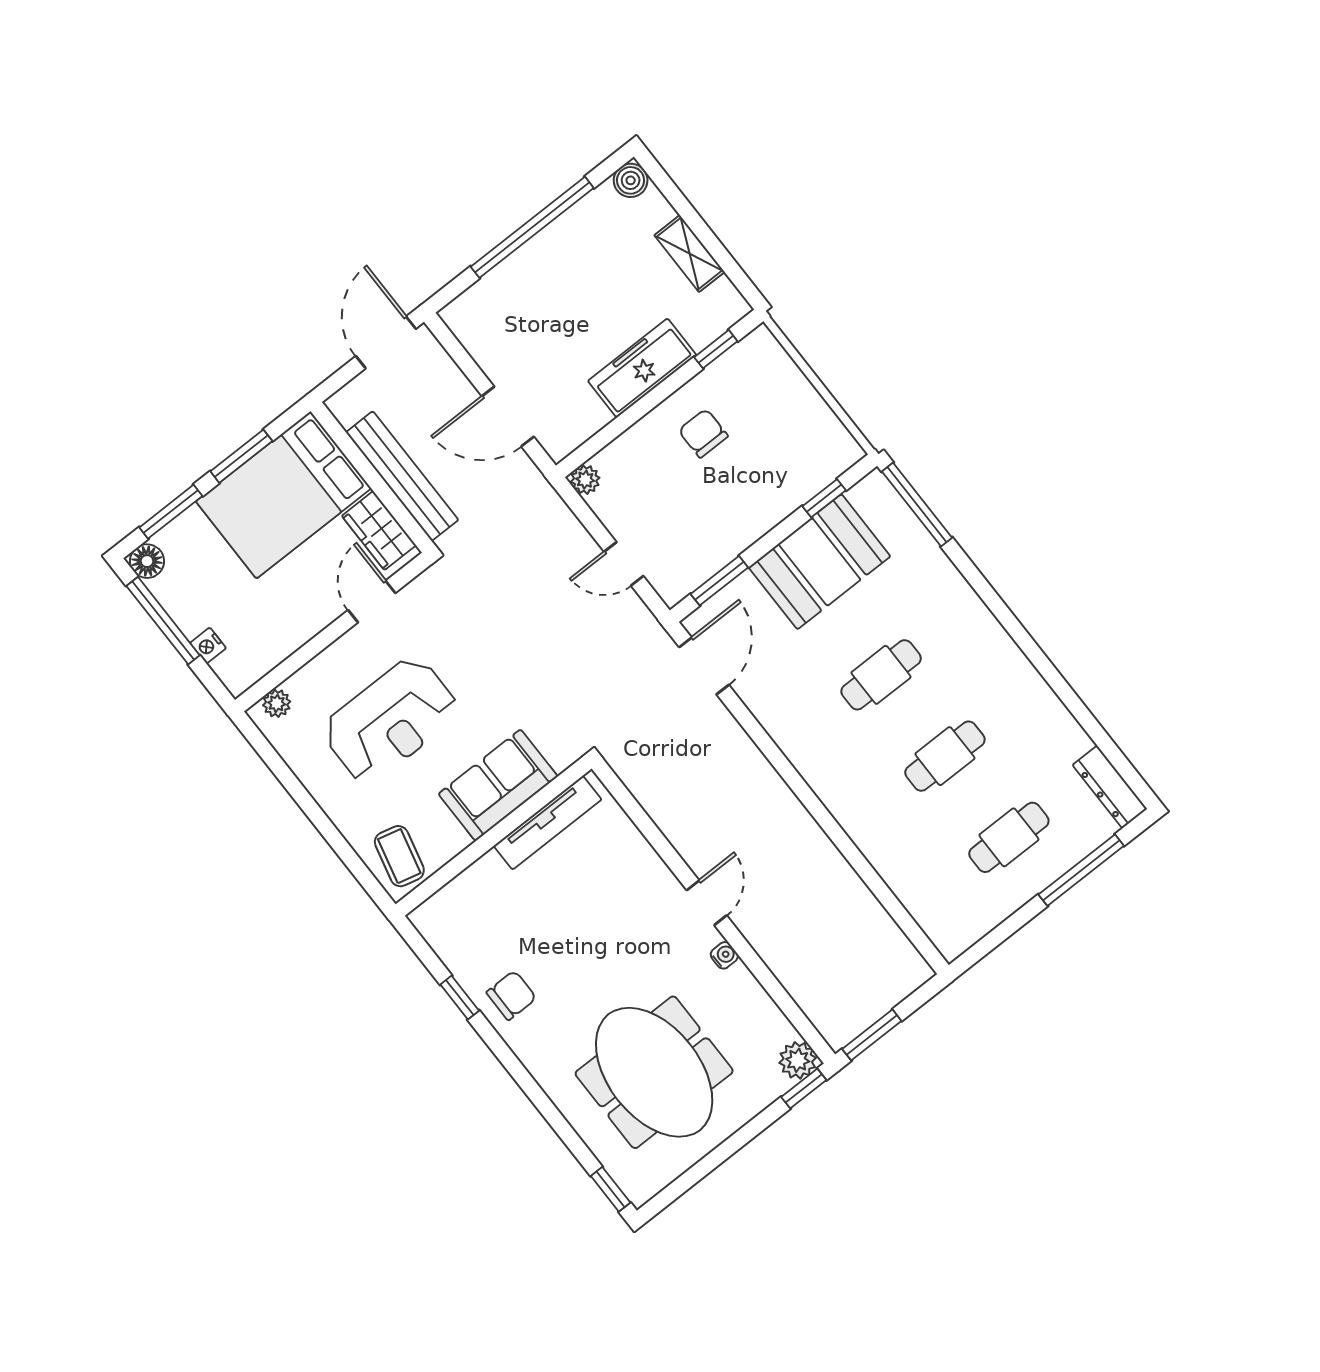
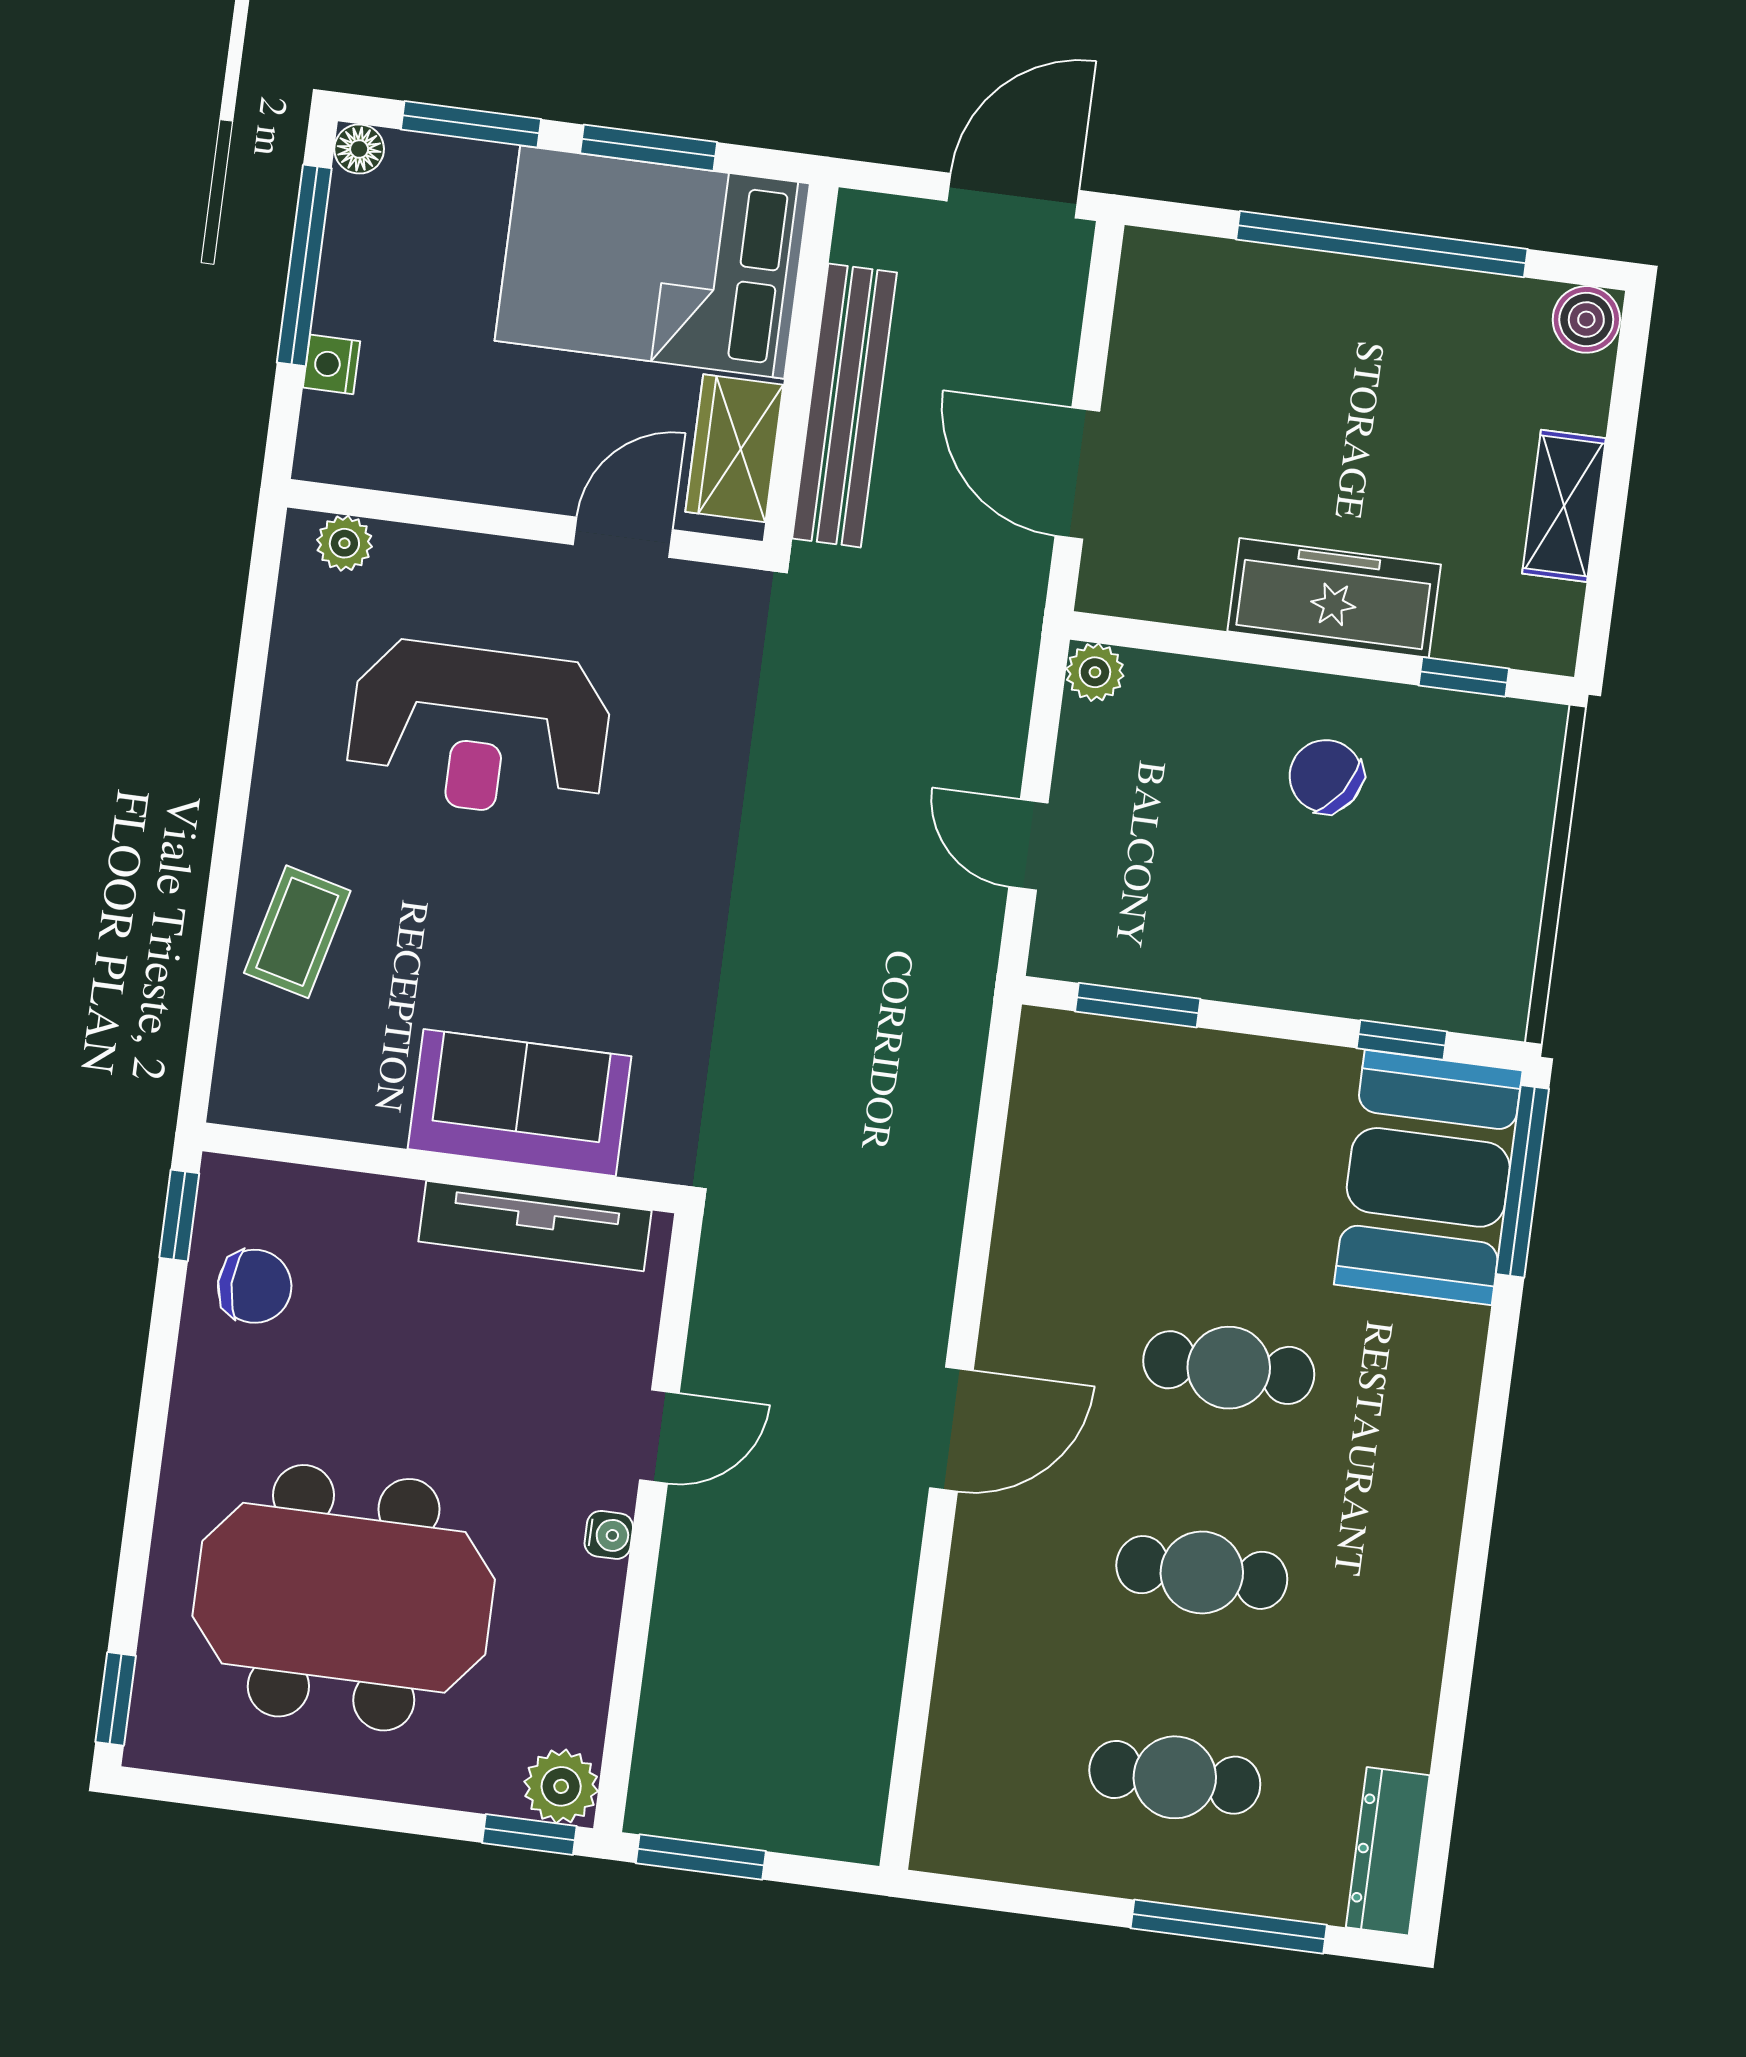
chair: (703, 433) -> (1326, 776), turned -56
floor lamp: (147, 561) -> (359, 149), width x0.73, depth x0.73
booth: (819, 562) -> (1428, 1177), moved, turned 90
door: (704, 666) -> (951, 1429), moved
sofa: (498, 785) -> (520, 1103), moved
tv unit: (548, 823) -> (535, 1226), moved
wall: (494, 836) -> (440, 1168), moved
meeting table: (654, 1072) -> (344, 1598), turned 90

